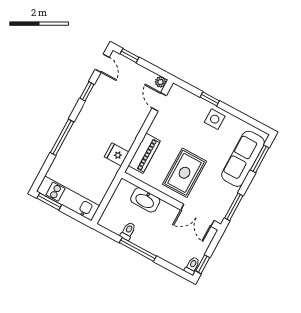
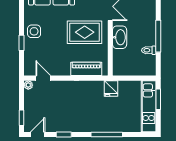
door: (159, 102) -> (43, 78), swing flipped
fridge: (117, 154) -> (111, 88), moved
washbasin: (145, 200) -> (120, 37), moved
window: (49, 202) -> (158, 99), moved

